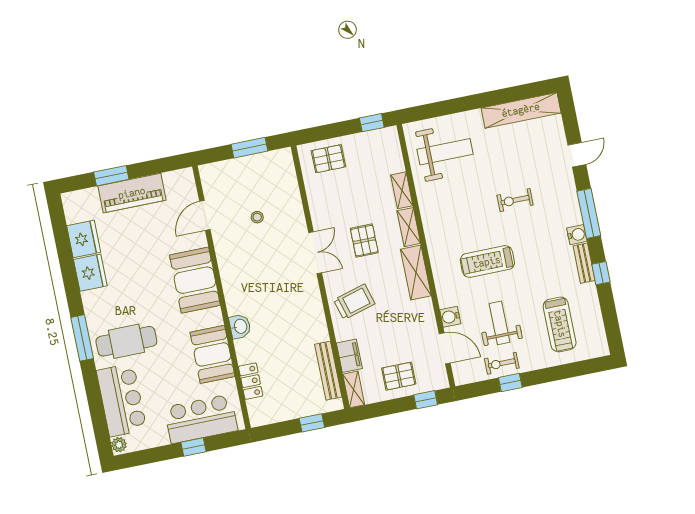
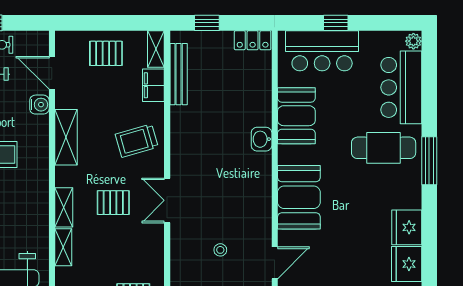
pallet: (364, 241) -> (113, 203), turned 90
shelving: (416, 272) -> (66, 137), moved
locker: (251, 381) -> (253, 40), moved, turned -90
window: (426, 400) -> (83, 23), removed

